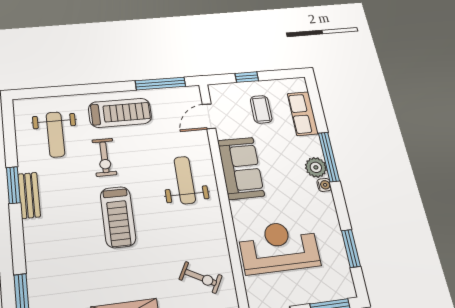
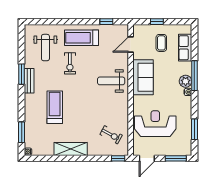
window: (160, 84) -> (106, 22), width x0.46
treadmill: (120, 113) -> (81, 38), turned 180
weight bench: (185, 180) -> (111, 81), turned -90
treadmill: (118, 217) -> (55, 107), moved, turned 180

